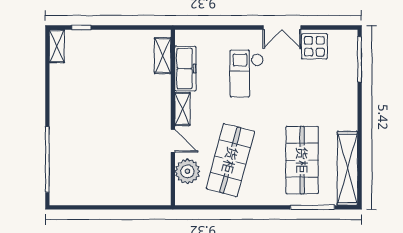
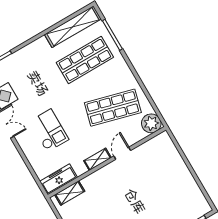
freezer: (185, 69) -> (59, 179), moved
checkout: (247, 74) -> (49, 130), turned -90
plant: (187, 171) -> (151, 123), moved

